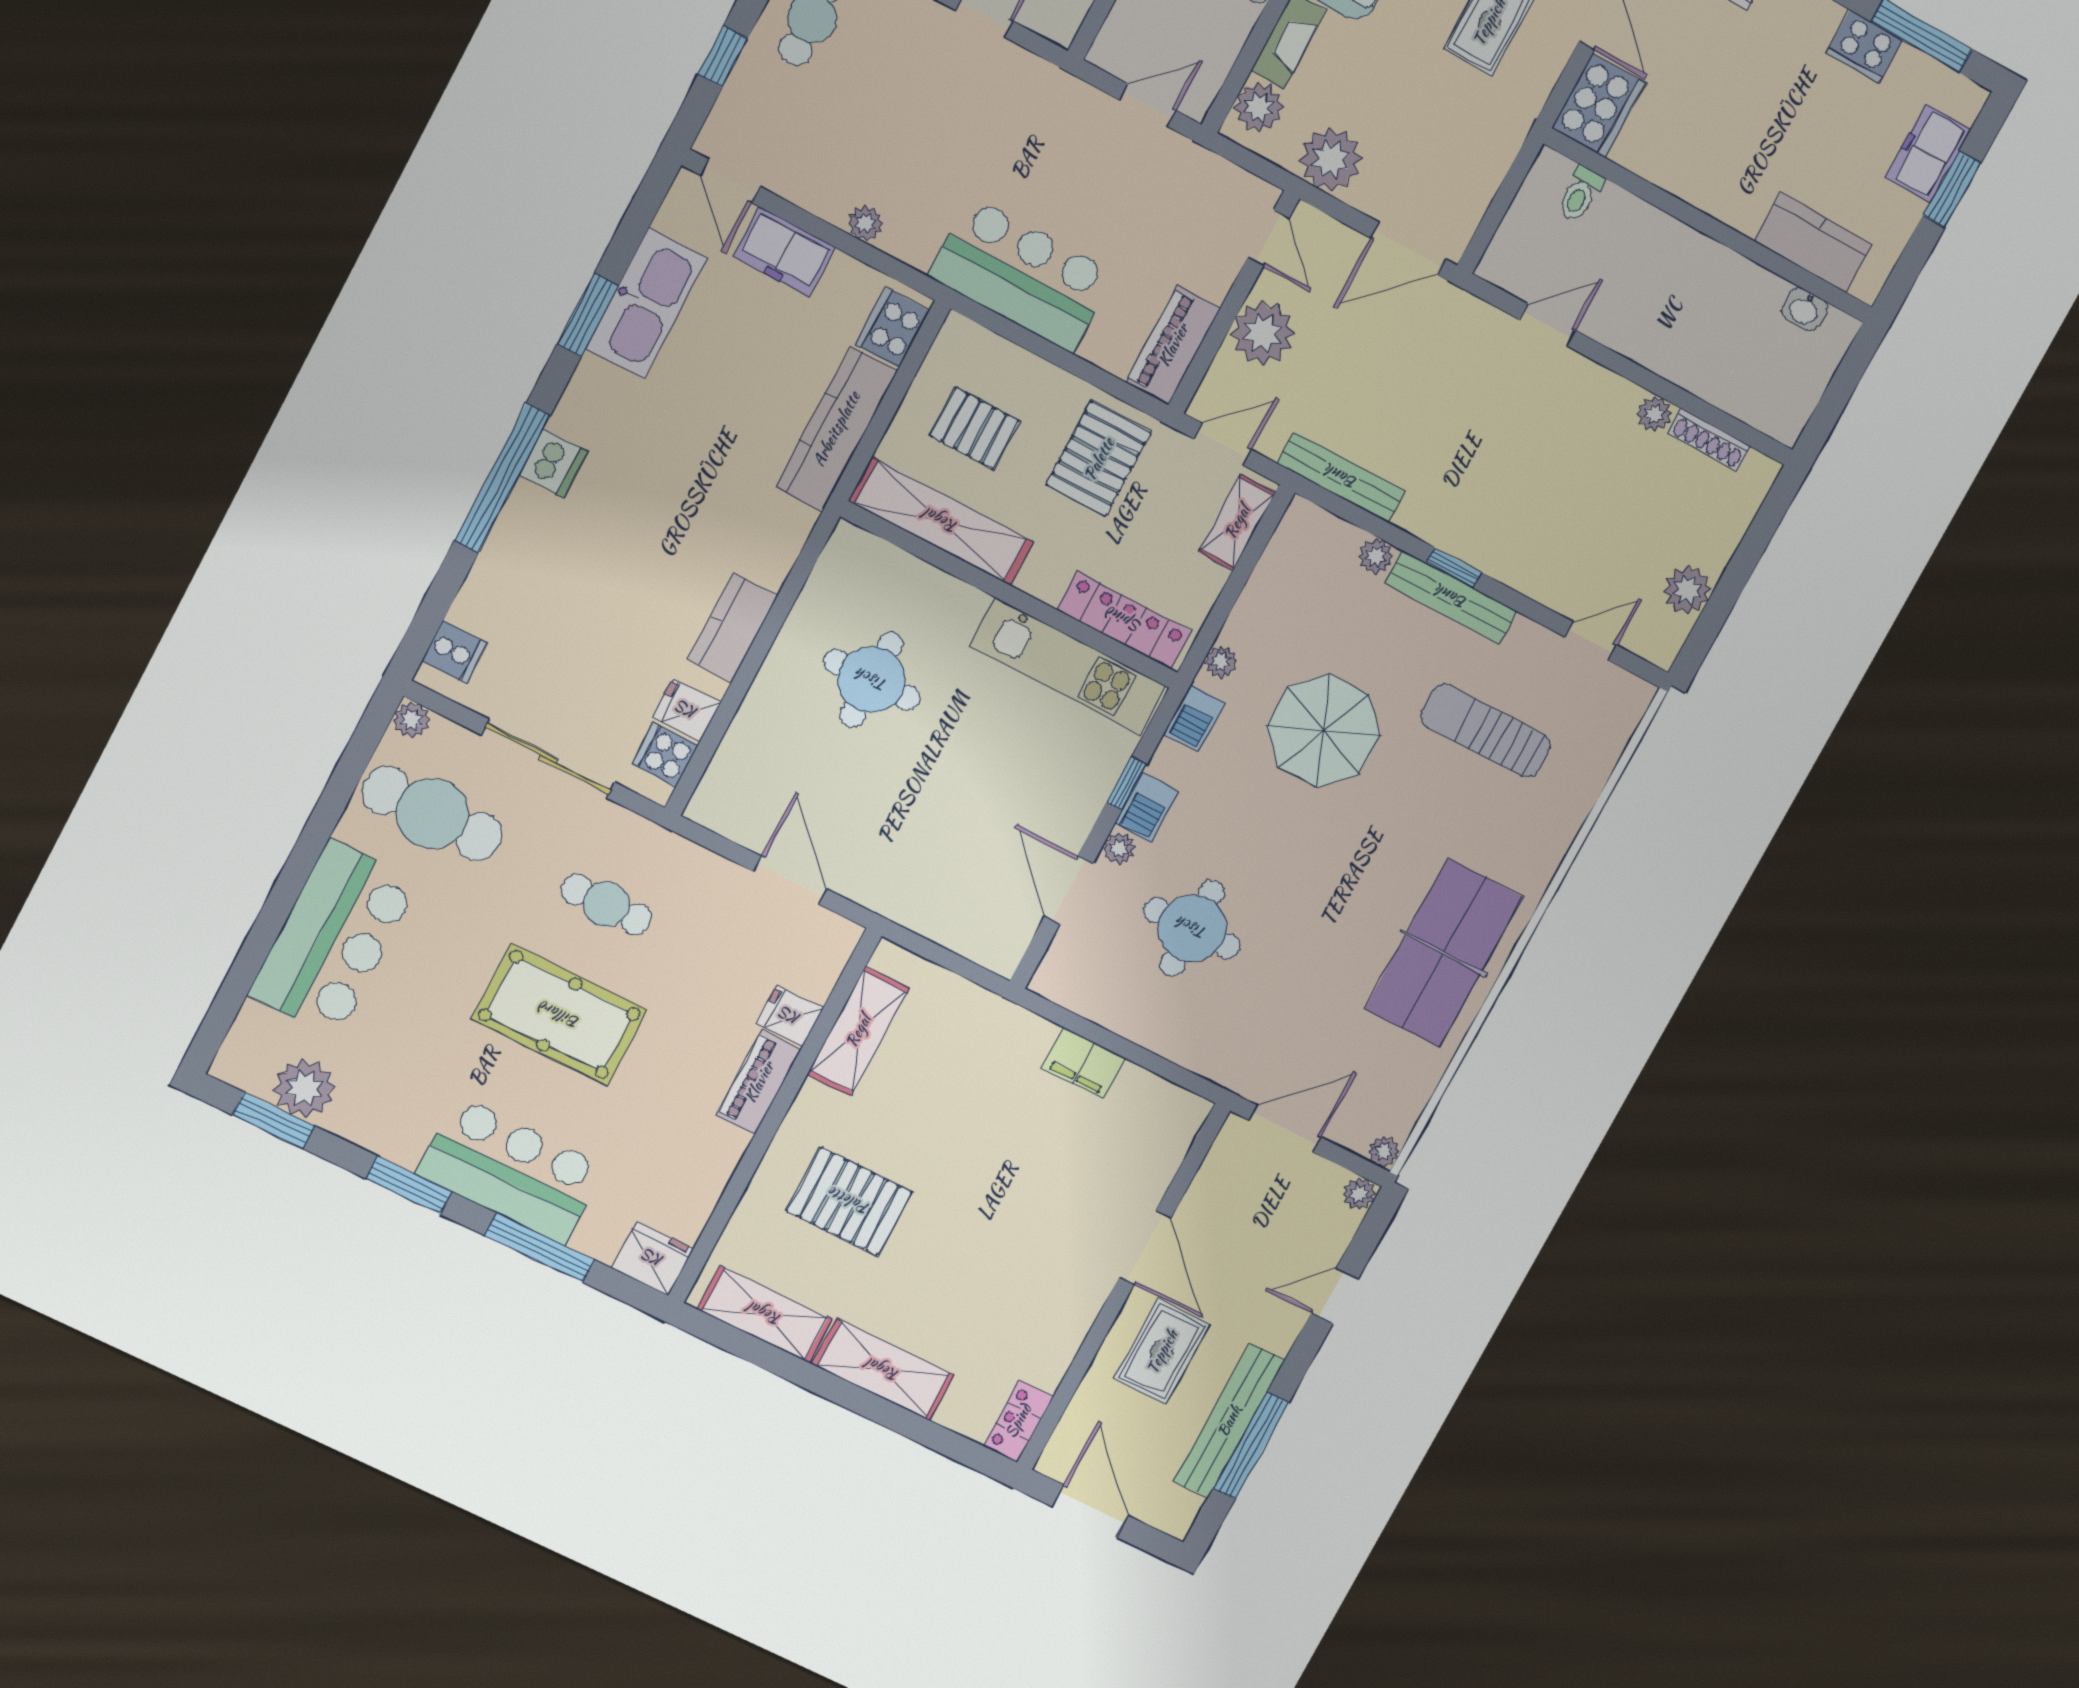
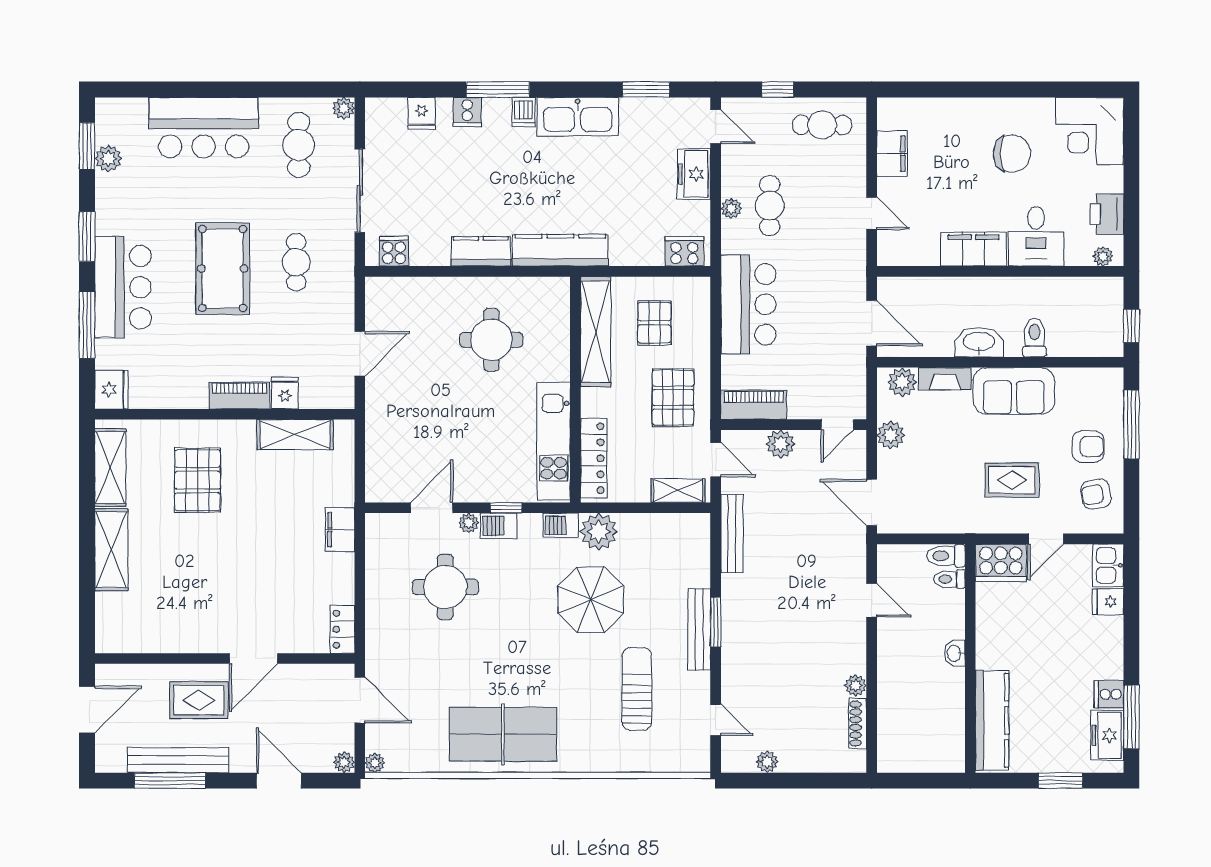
cooker: (1864, 46) -> (1109, 694), width x0.73
door: (1148, 105) -> (872, 323), width x1.38
freezer: (1928, 153) -> (1107, 735), moved, turned -90
plant: (1331, 159) -> (891, 435), width x0.73, depth x0.73
cafe table: (892, 163) -> (770, 206), added
door: (730, 181) -> (716, 127), swing flipped
toilet: (1544, 181) -> (946, 556), added
kitchen counter: (1813, 242) -> (992, 720), width x1.50
kitchen sink: (647, 303) -> (578, 117), moved
washbasin: (1804, 309) -> (955, 653), moved
window: (588, 315) -> (646, 90), moved
plant: (1263, 333) -> (781, 444), width x0.73, depth x0.73
kitchen counter: (836, 429) -> (560, 250), moved
pallet: (1099, 459) -> (673, 398), turned 90
dishwasher: (553, 463) -> (524, 112), width x0.73
window: (502, 478) -> (498, 90), width x0.68
plant: (1376, 556) -> (700, 576), removed
window: (1454, 568) -> (716, 622), width x1.50
plant: (1687, 590) -> (767, 762), width x0.73, depth x0.73
cooker: (455, 652) -> (467, 112), moved
plant: (1221, 662) -> (599, 532), width x1.87, depth x1.87
fridge: (687, 710) -> (421, 113), moved, turned 180
cafe table: (432, 813) -> (299, 145), width x0.73, depth x0.74
filing cabinet: (1084, 1063) -> (340, 530), moved
plant: (304, 1088) -> (108, 159), width x0.73, depth x0.73
door: (1335, 1296) -> (279, 781), width x1.38
locker: (1018, 1421) -> (342, 629), moved, turned -90

